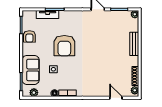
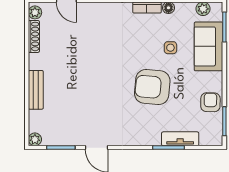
armchair: (64, 46) -> (152, 87), turned -85

